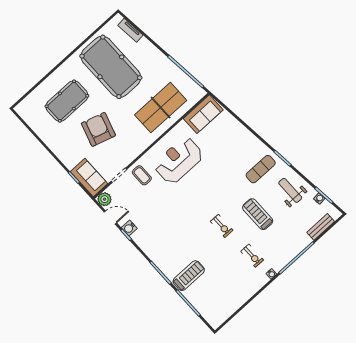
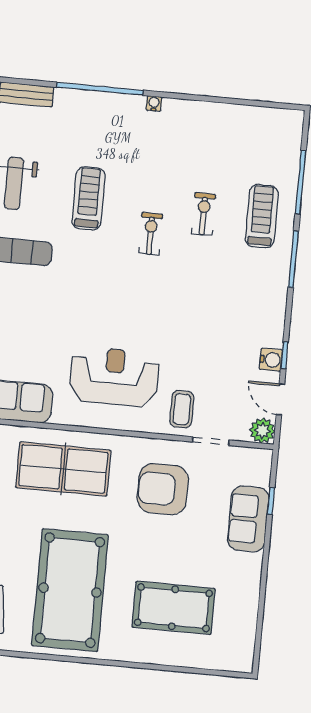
armchair: (98, 129) -> (163, 489), moved, turned 73
reception desk: (179, 160) -> (114, 377), turned 180
sofa: (89, 178) -> (248, 519), moved
treadmill: (258, 214) -> (88, 198), turned 180
exercise bike: (252, 256) -> (203, 214), moved
treadmill: (189, 276) -> (262, 216), turned 90

